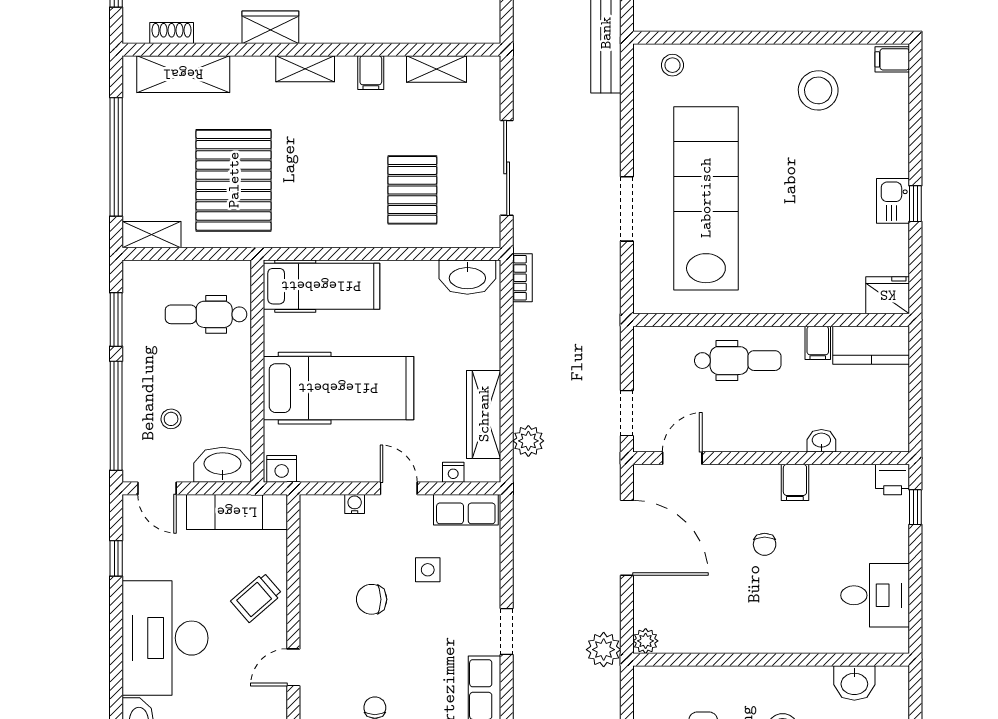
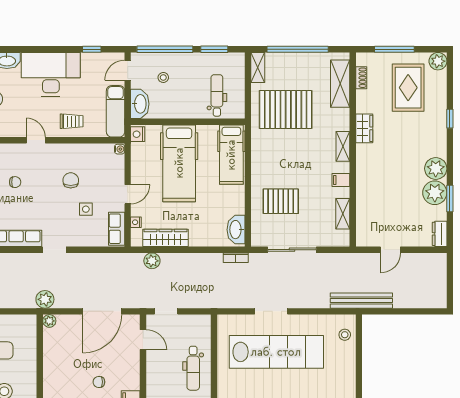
water cooler: (355, 504) -> (120, 149), moved
trolley: (256, 597) -> (72, 121), turned 131

